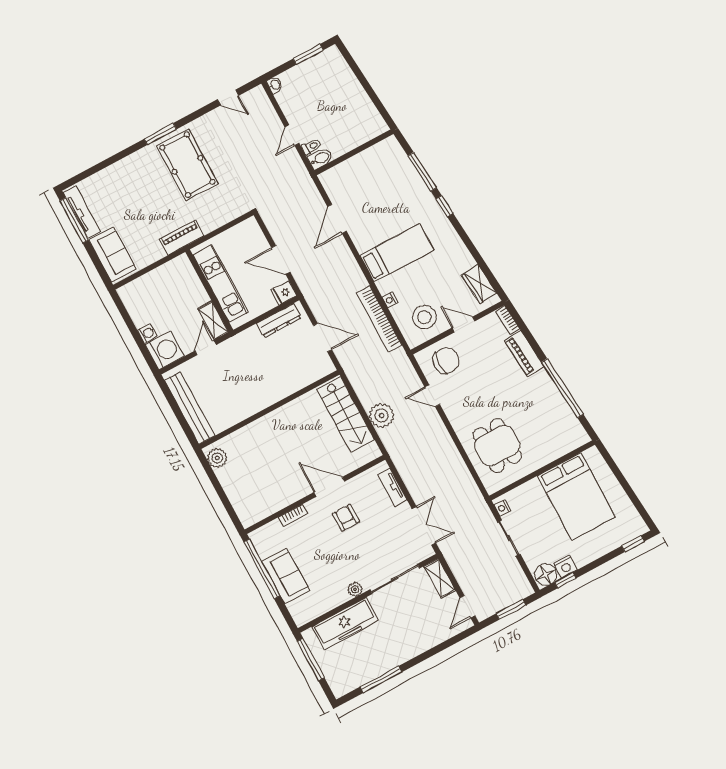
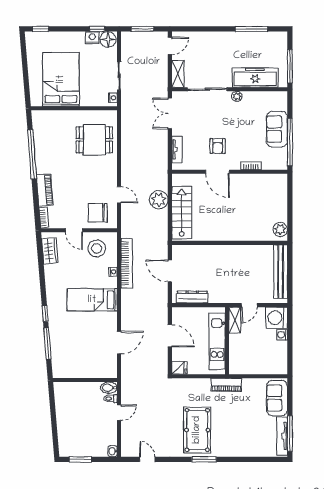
fridge: (284, 293) -> (179, 368), moved
dining table: (497, 446) -> (94, 140), turned 90

